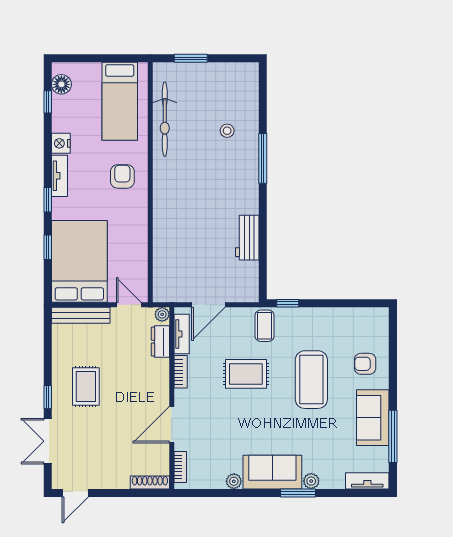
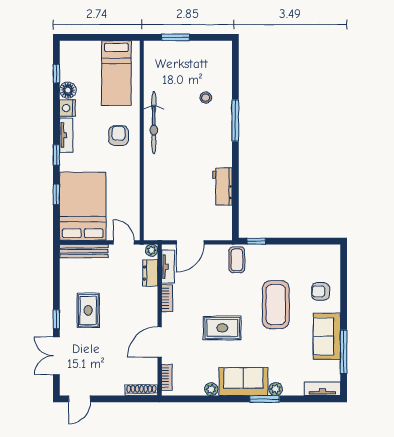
floor lamp: (61, 84) -> (68, 90), moved
bicycle: (165, 119) -> (154, 123), moved
rug: (246, 374) -> (222, 328), moved

